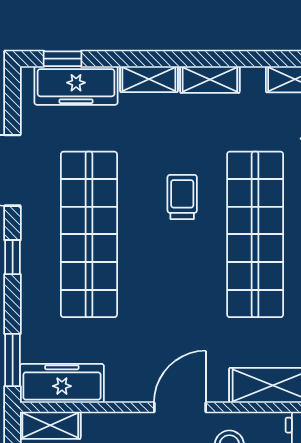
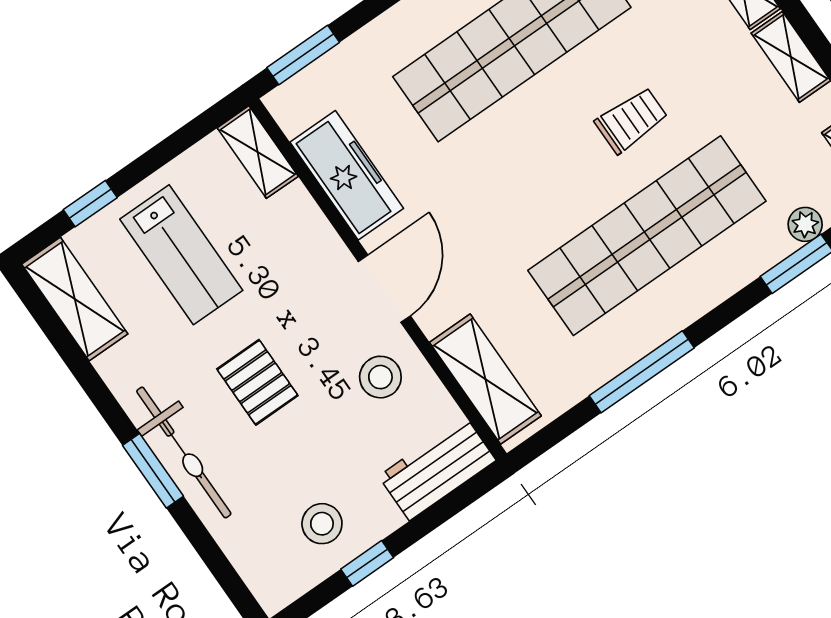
freezer: (62, 383) -> (347, 175), moved
door: (180, 407) -> (384, 289), hinge flipped

